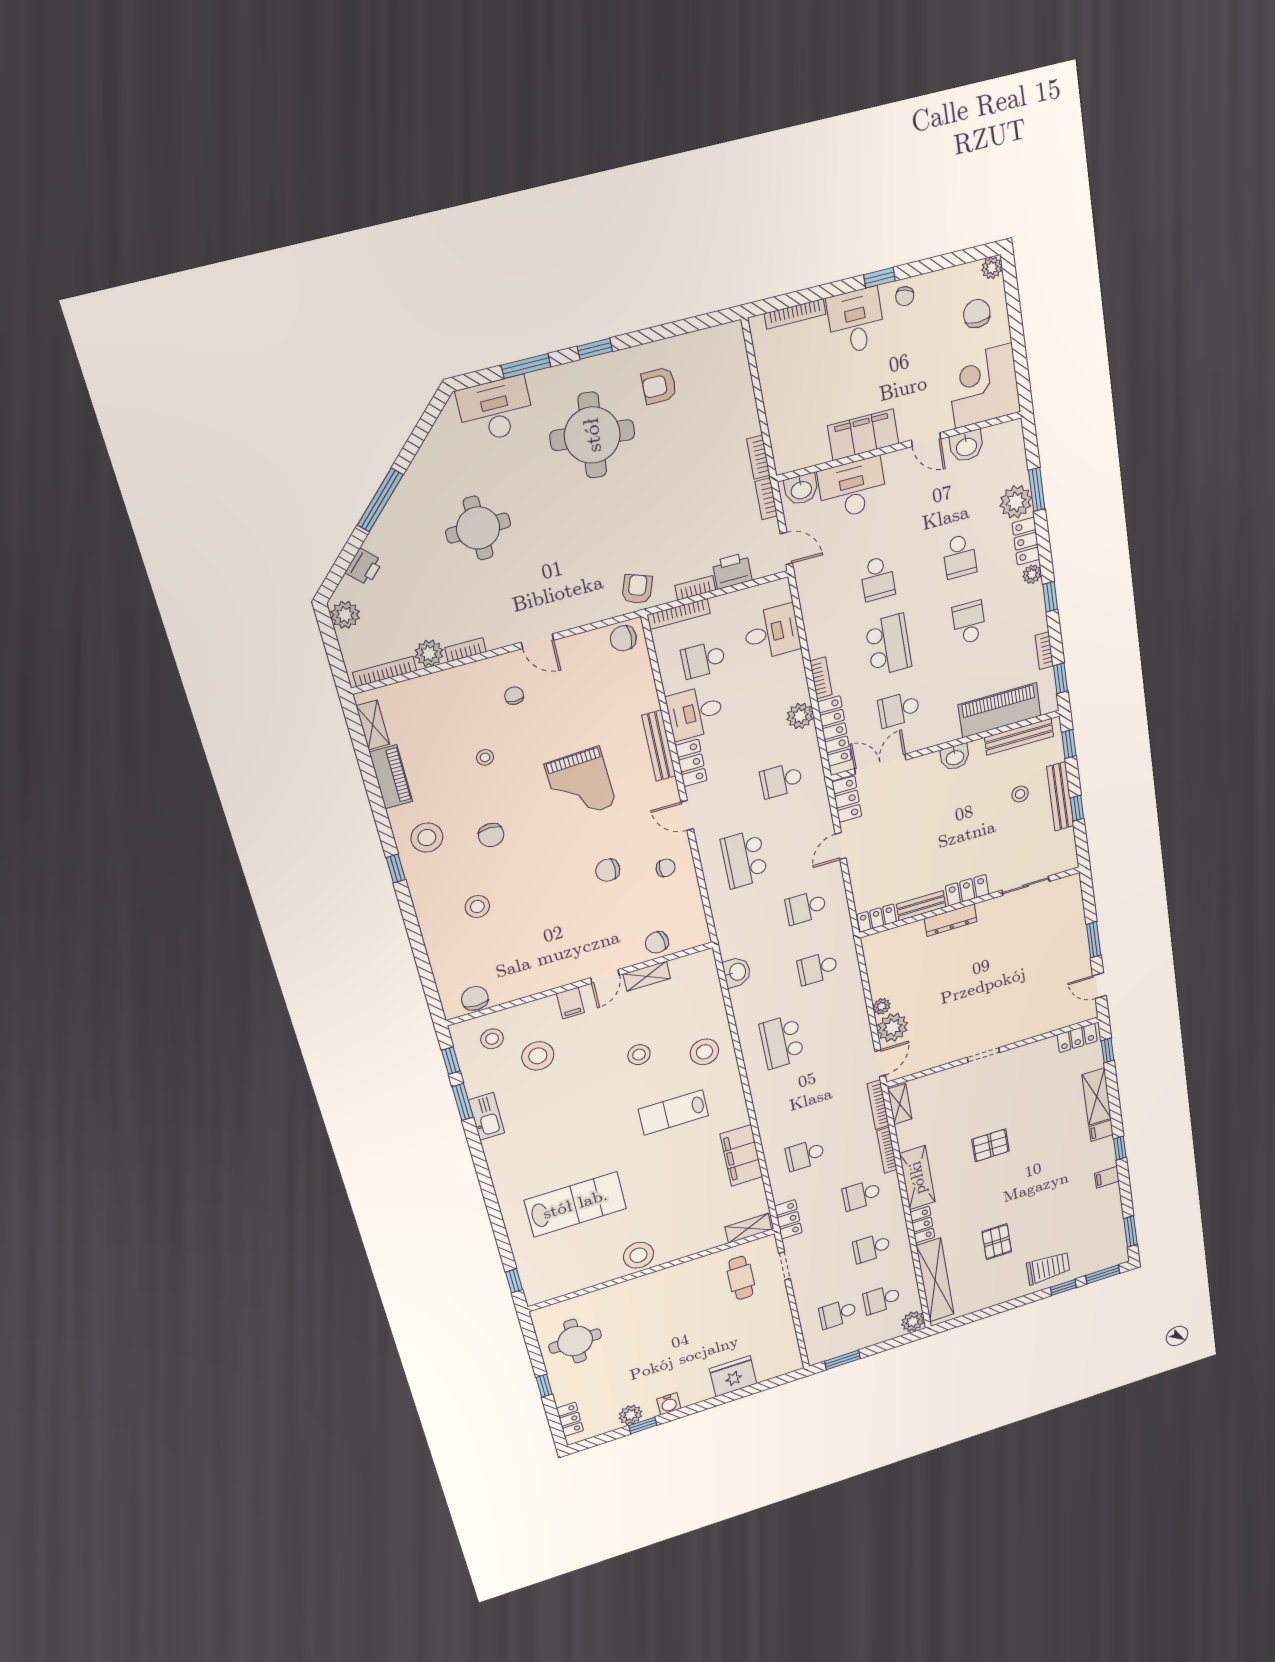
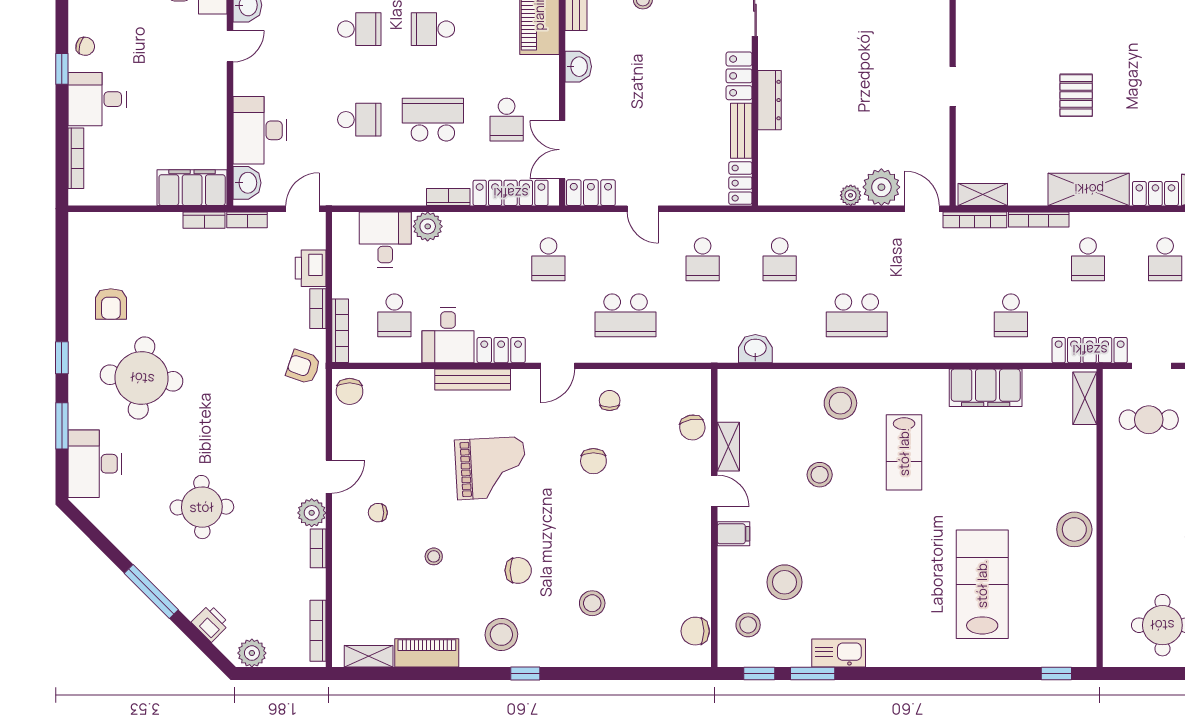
filing cabinet: (863, 435) -> (192, 188), moved, turned 90
plant: (429, 653) -> (312, 513), moved
plant: (800, 716) -> (428, 226), moved
locker: (788, 1219) -> (1090, 350), width x1.53

